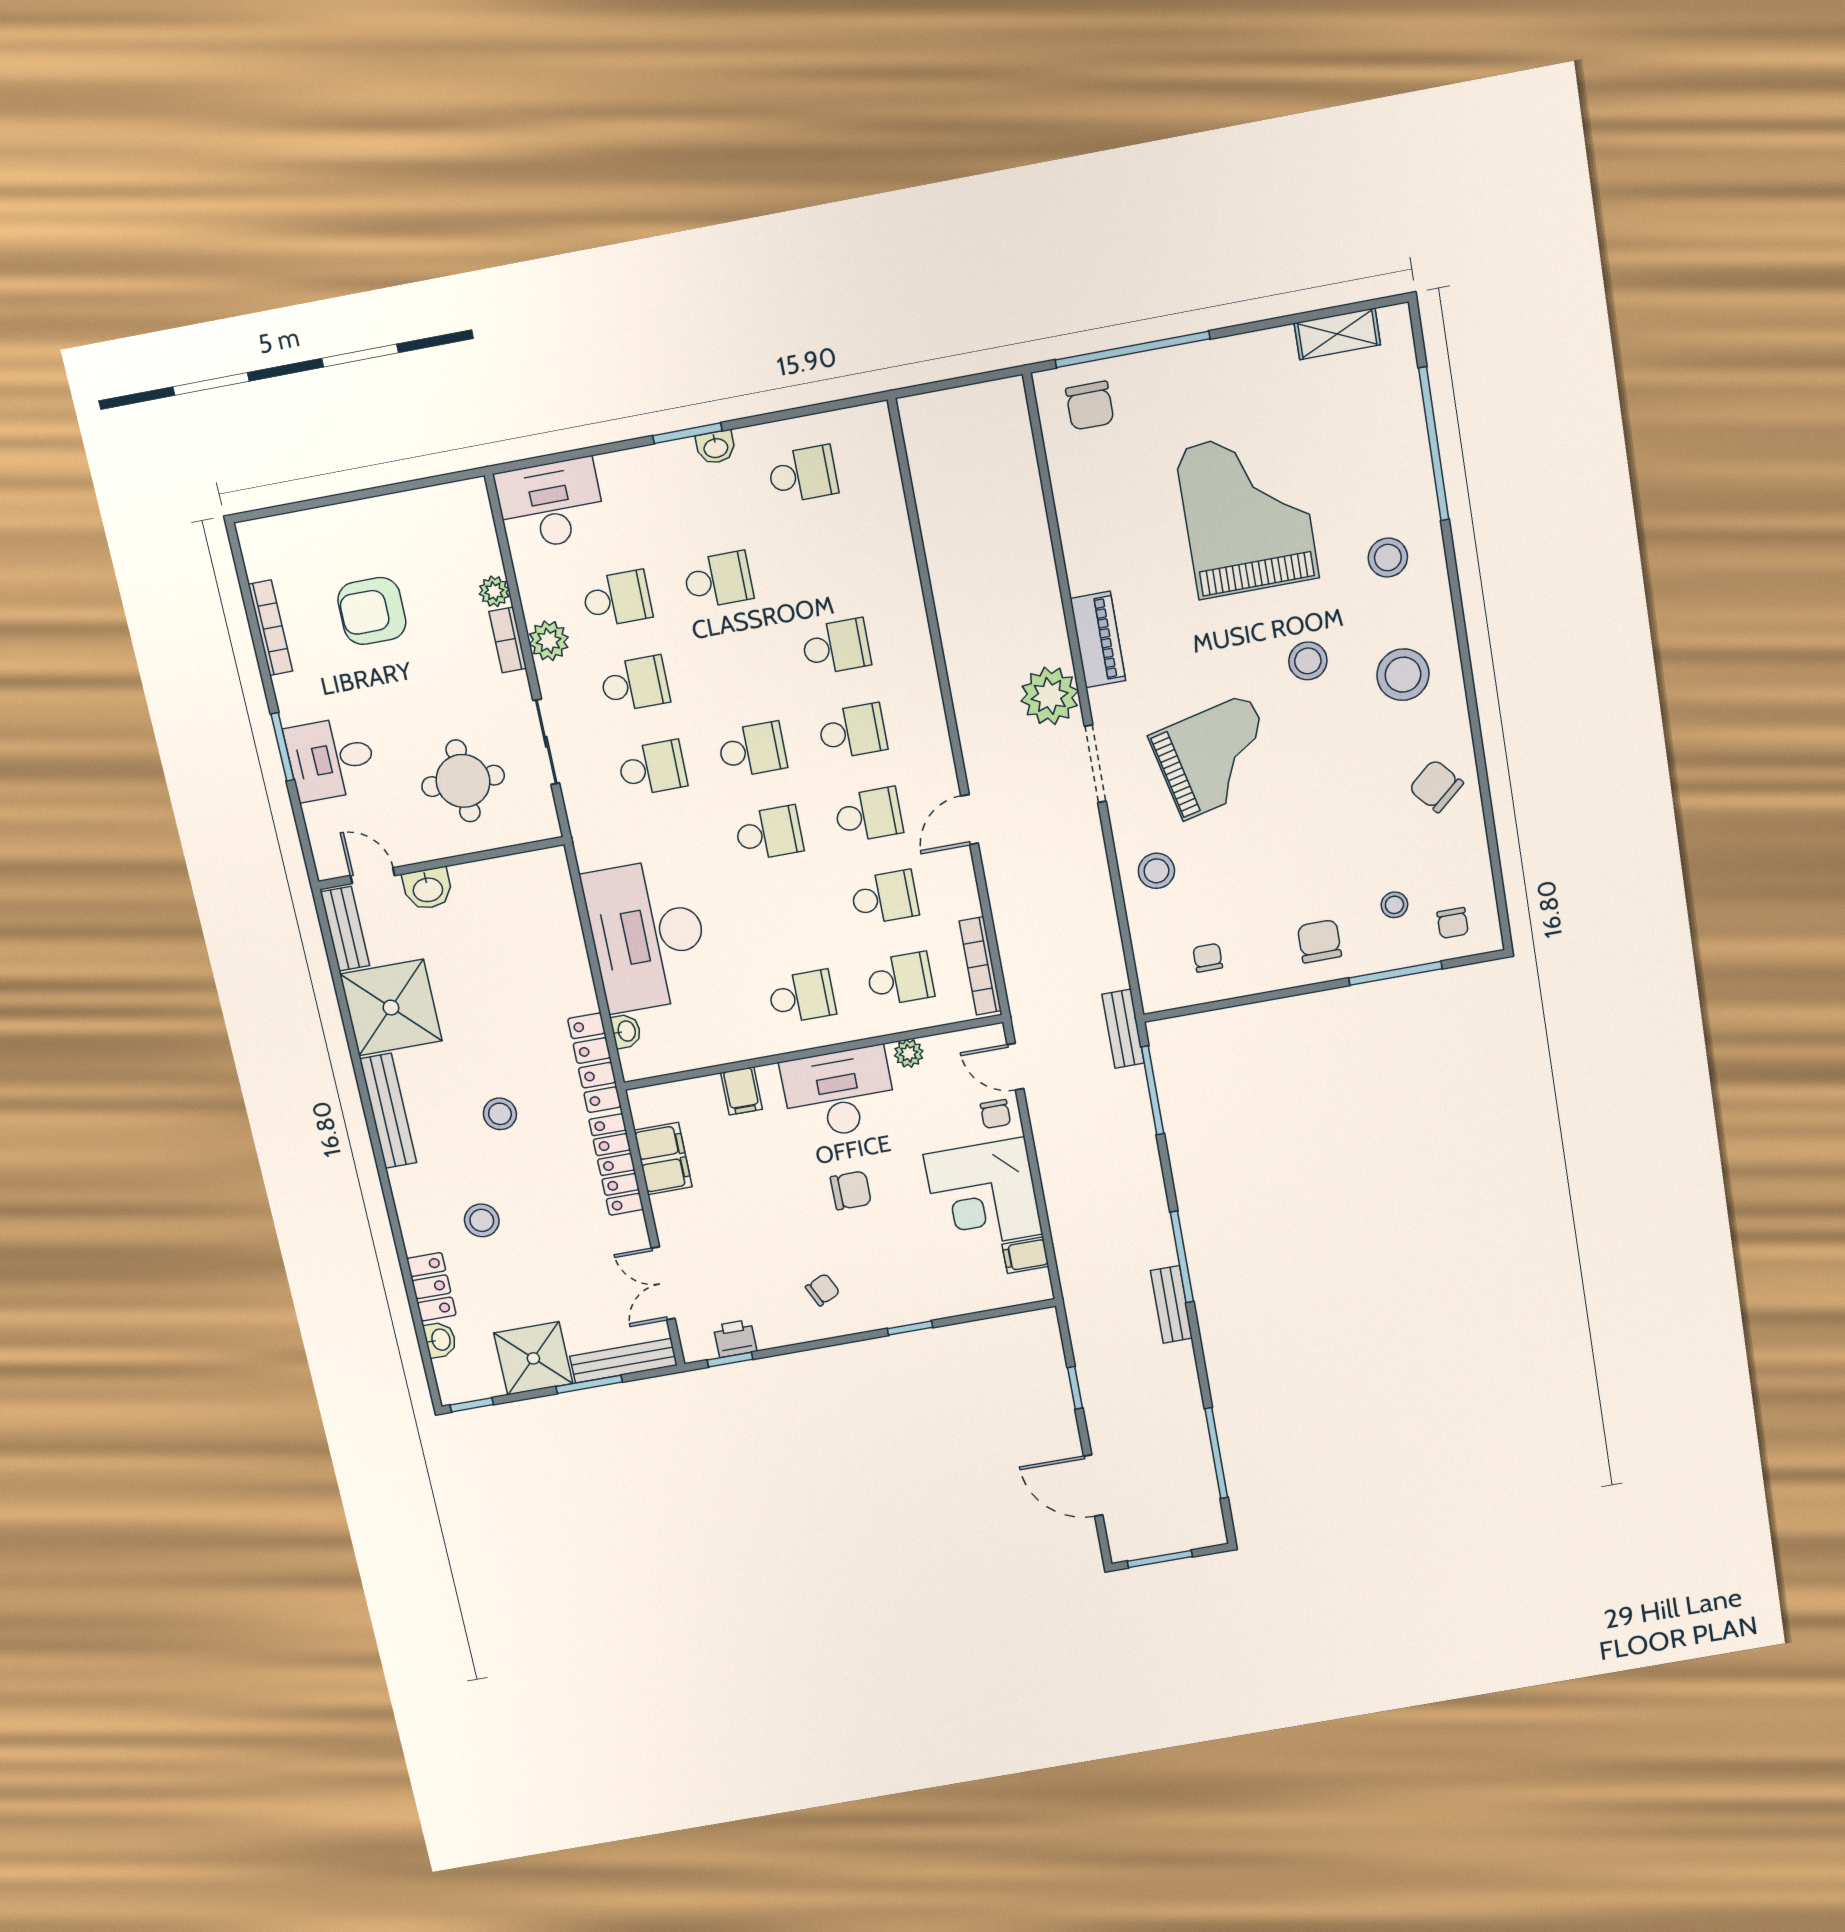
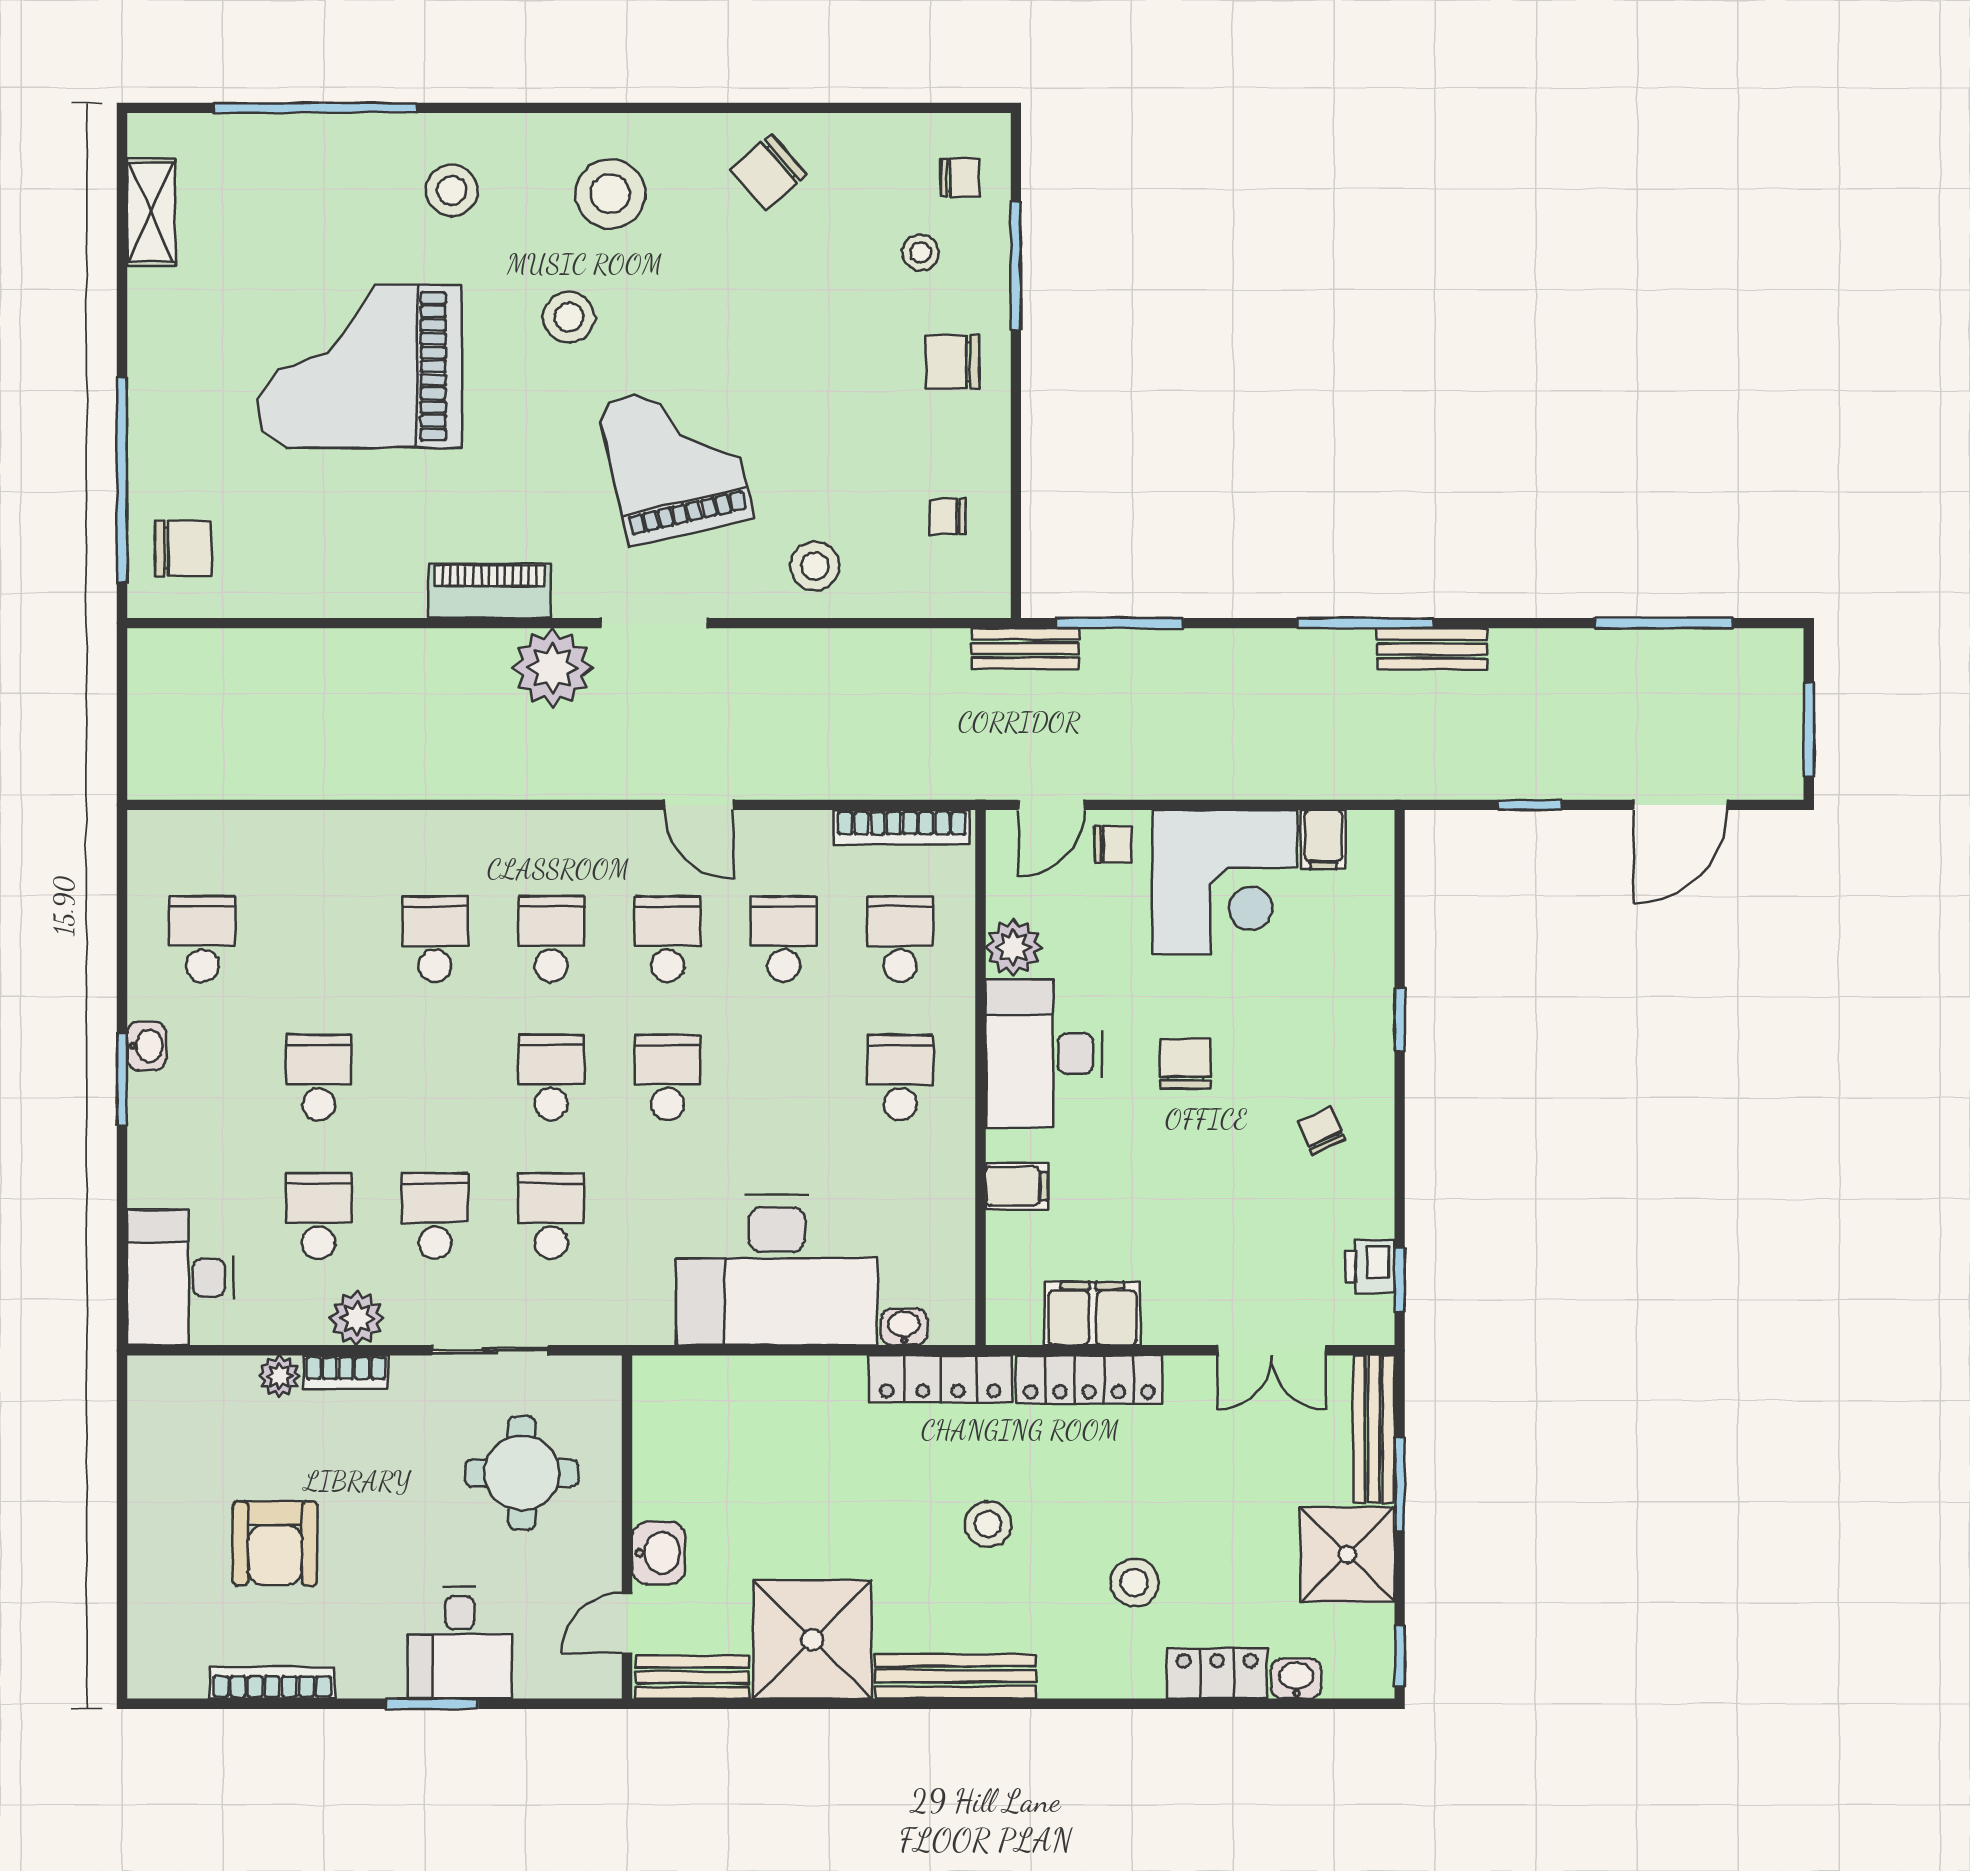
plant: (909, 1053) -> (1014, 947), width x1.38, depth x1.38

